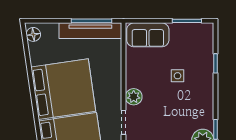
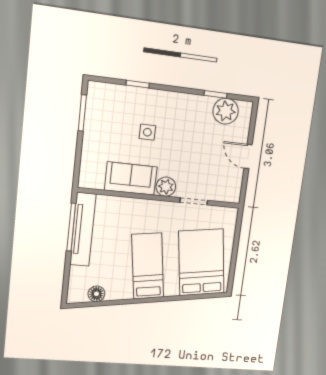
floor lamp: (33, 34) -> (96, 294), moved
sofa: (148, 35) -> (131, 179), moved, turned -90
bed: (63, 89) -> (148, 266), width x0.49

